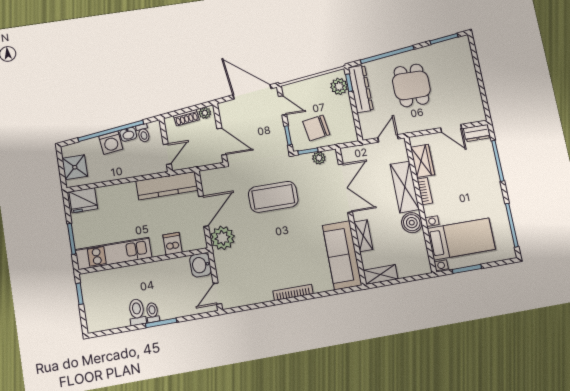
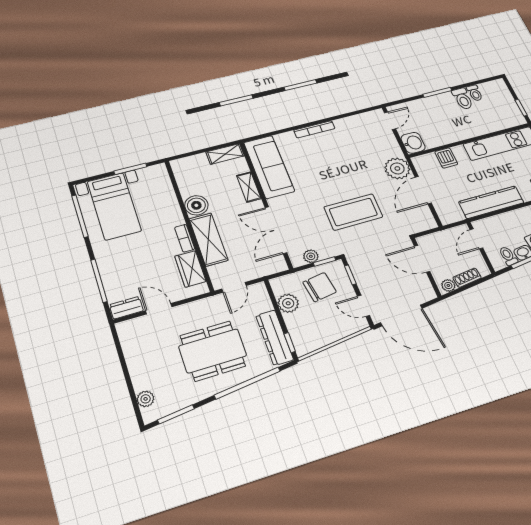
plant: (466, 55) -> (146, 399), added
dining table: (411, 85) -> (213, 351), width x1.38
plant: (339, 86) -> (288, 303), moved
kitchen counter: (167, 186) -> (491, 202), moved
bed with nightstands: (461, 239) -> (114, 206), moved, turned -90
toilet: (152, 312) -> (475, 93), moved

